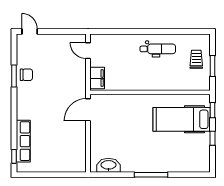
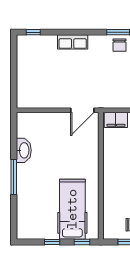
door: (88, 110) -> (82, 110), swing flipped
row of seats: (23, 141) -> (73, 42), moved, width x0.68
washbasin: (108, 165) -> (24, 150), moved

